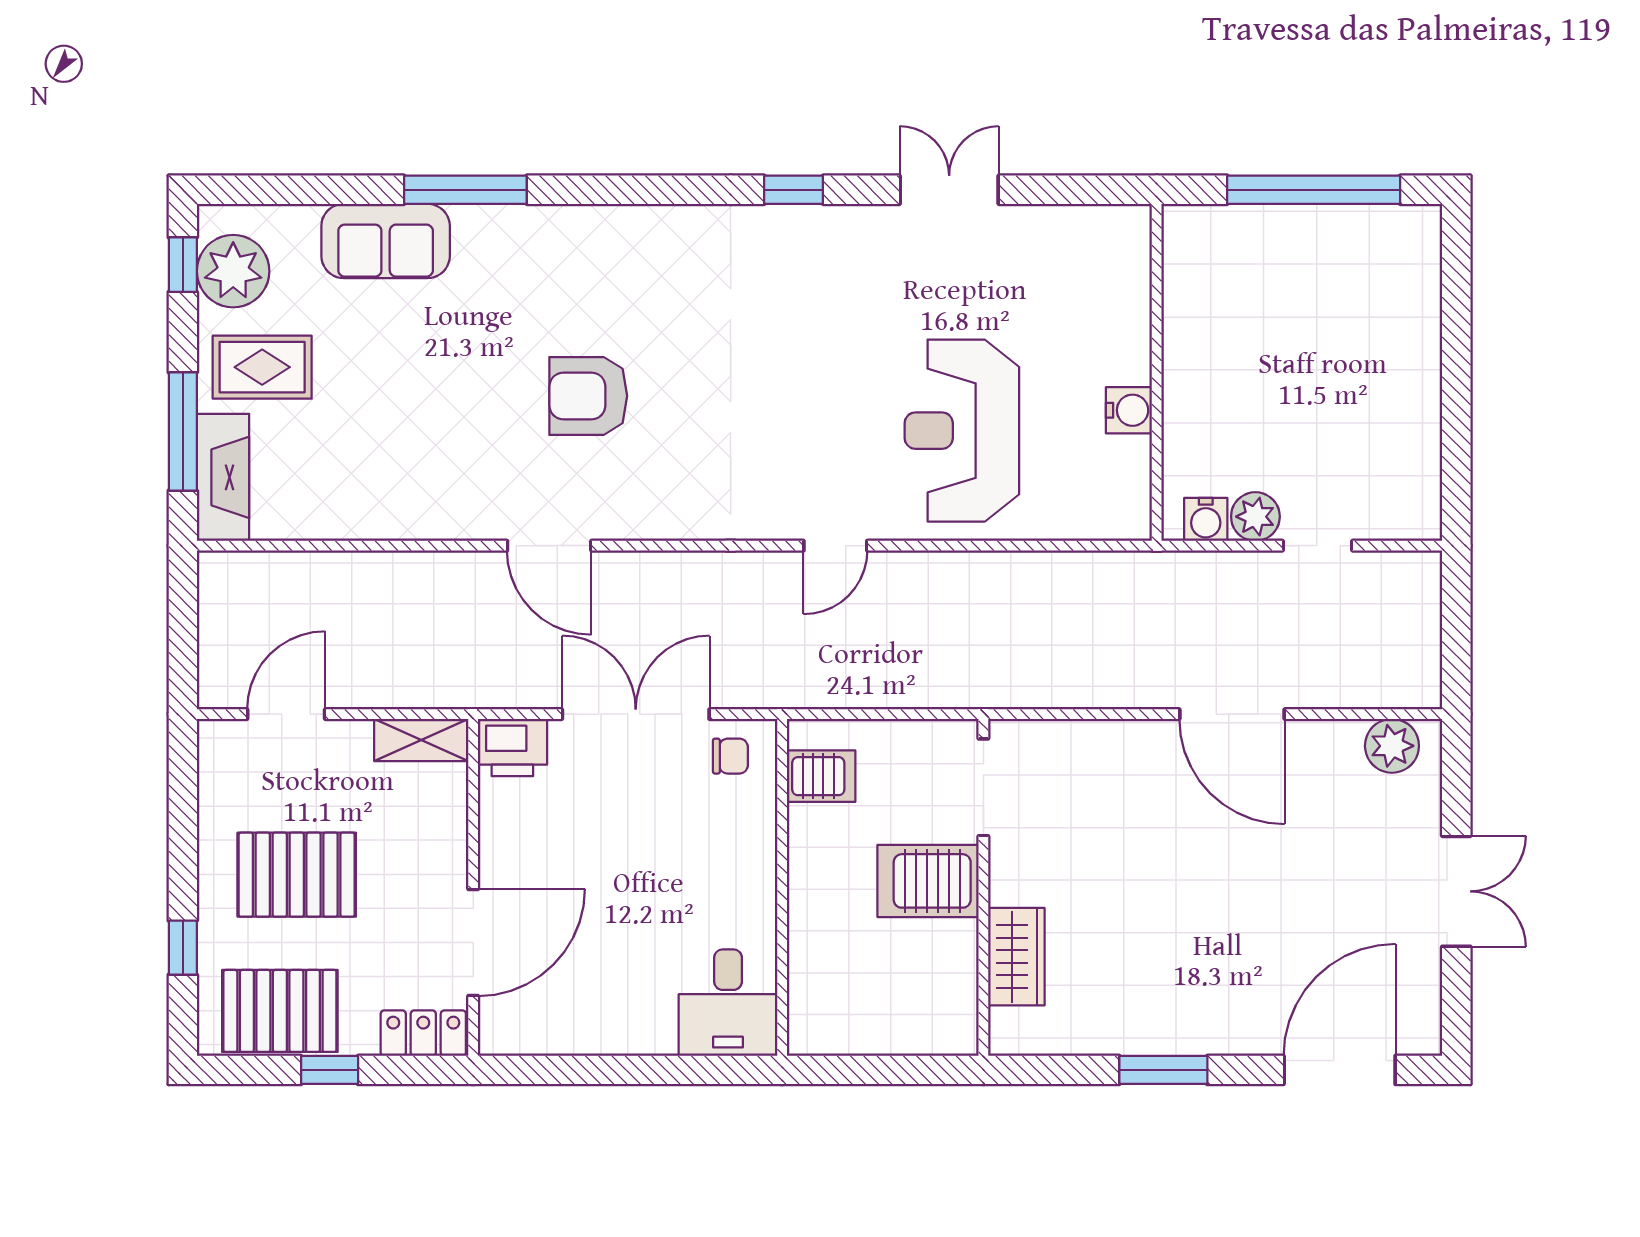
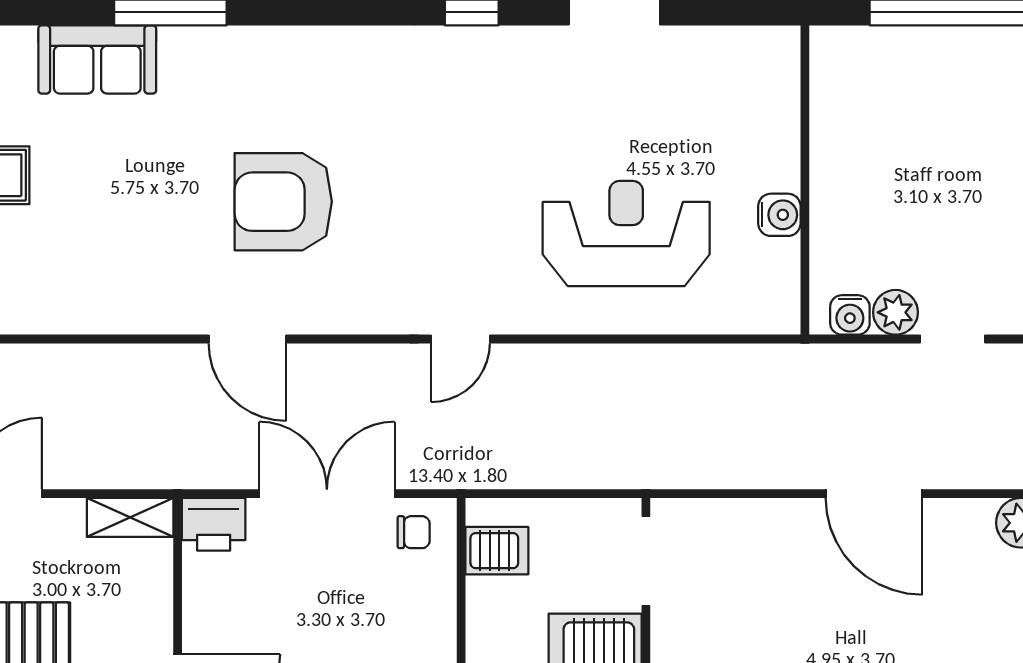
armchair: (588, 396) -> (283, 202), width x1.36, depth x1.36
reception desk: (962, 431) -> (626, 233), turned 90
door: (835, 546) -> (460, 339), moved

